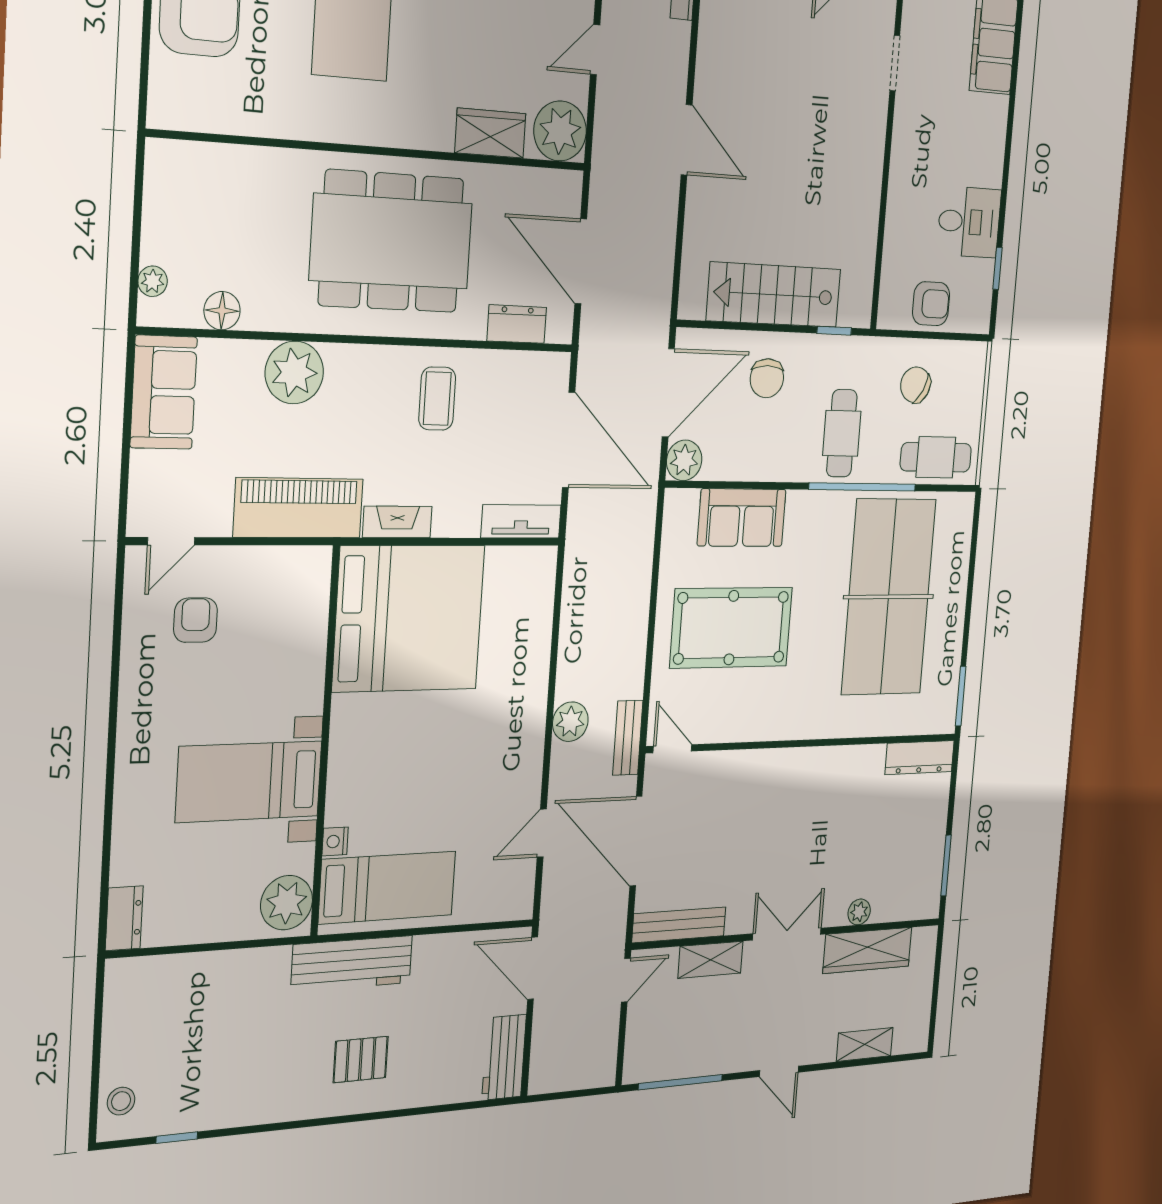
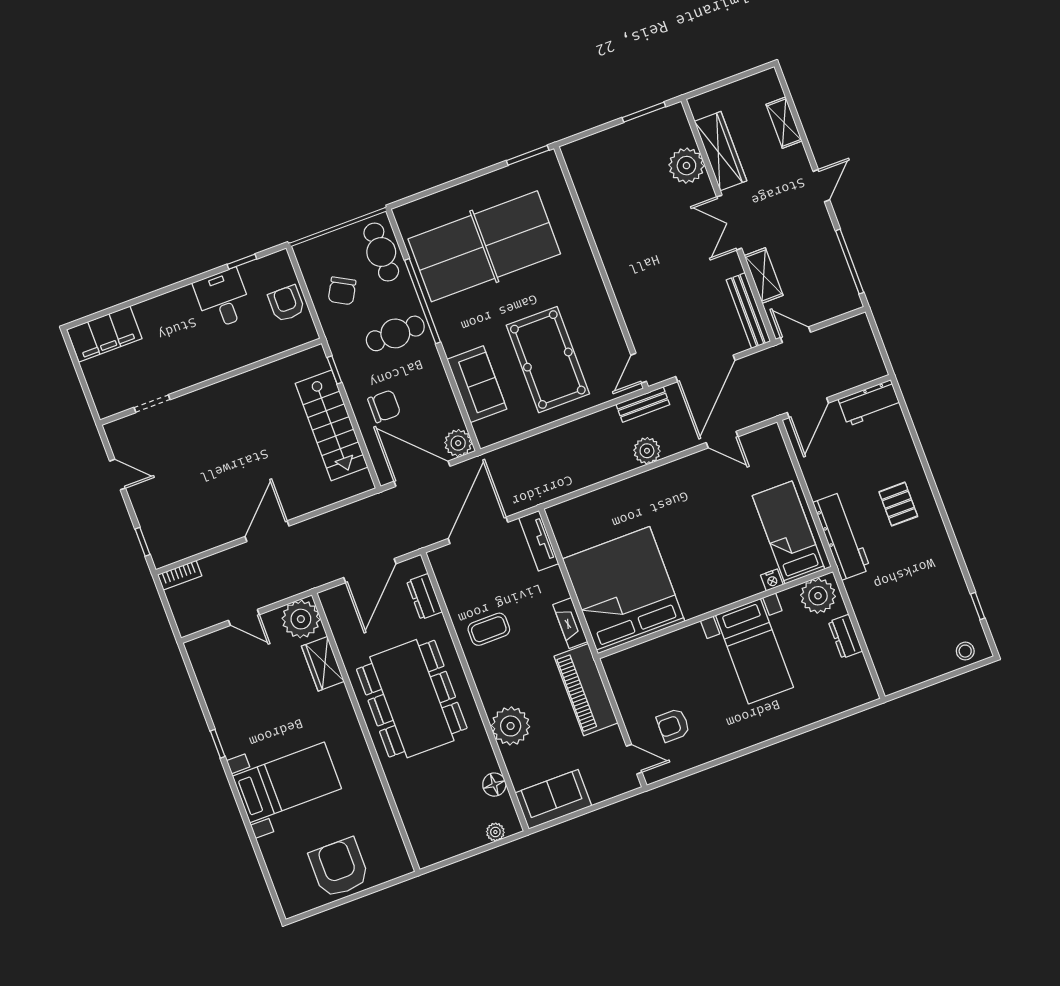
dresser: (920, 758) -> (580, 170), removed
plant: (859, 912) -> (686, 166), width x1.88, depth x1.88
dresser: (124, 918) -> (845, 636), moved, turned -90

